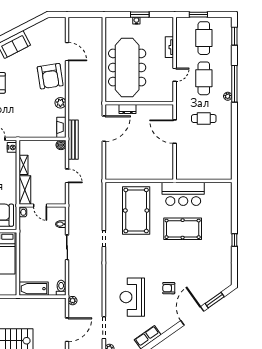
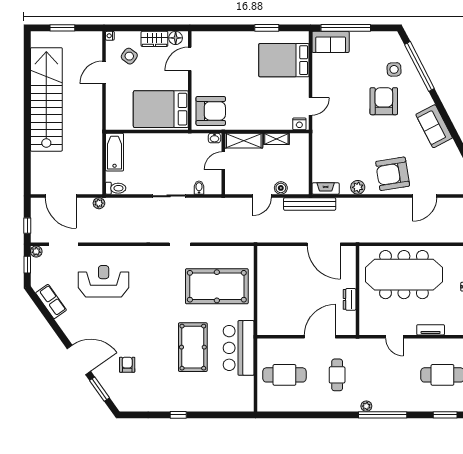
cafe table: (204, 78) -> (284, 375), moved
dresser: (128, 109) -> (350, 299), moved
boiler: (61, 145) -> (281, 188), moved
armchair: (169, 288) -> (127, 365), moved

